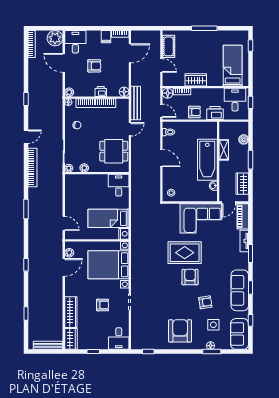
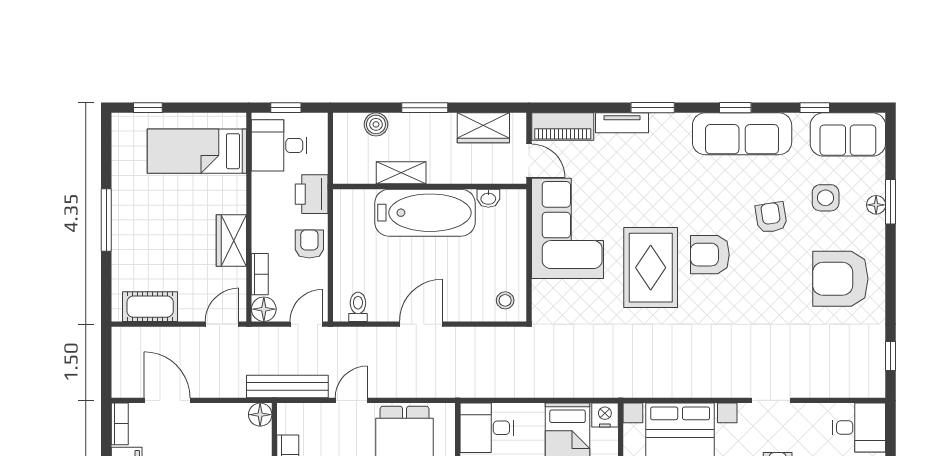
door: (161, 65) -> (222, 324), moved
door: (130, 129) -> (351, 400), hinge flipped

